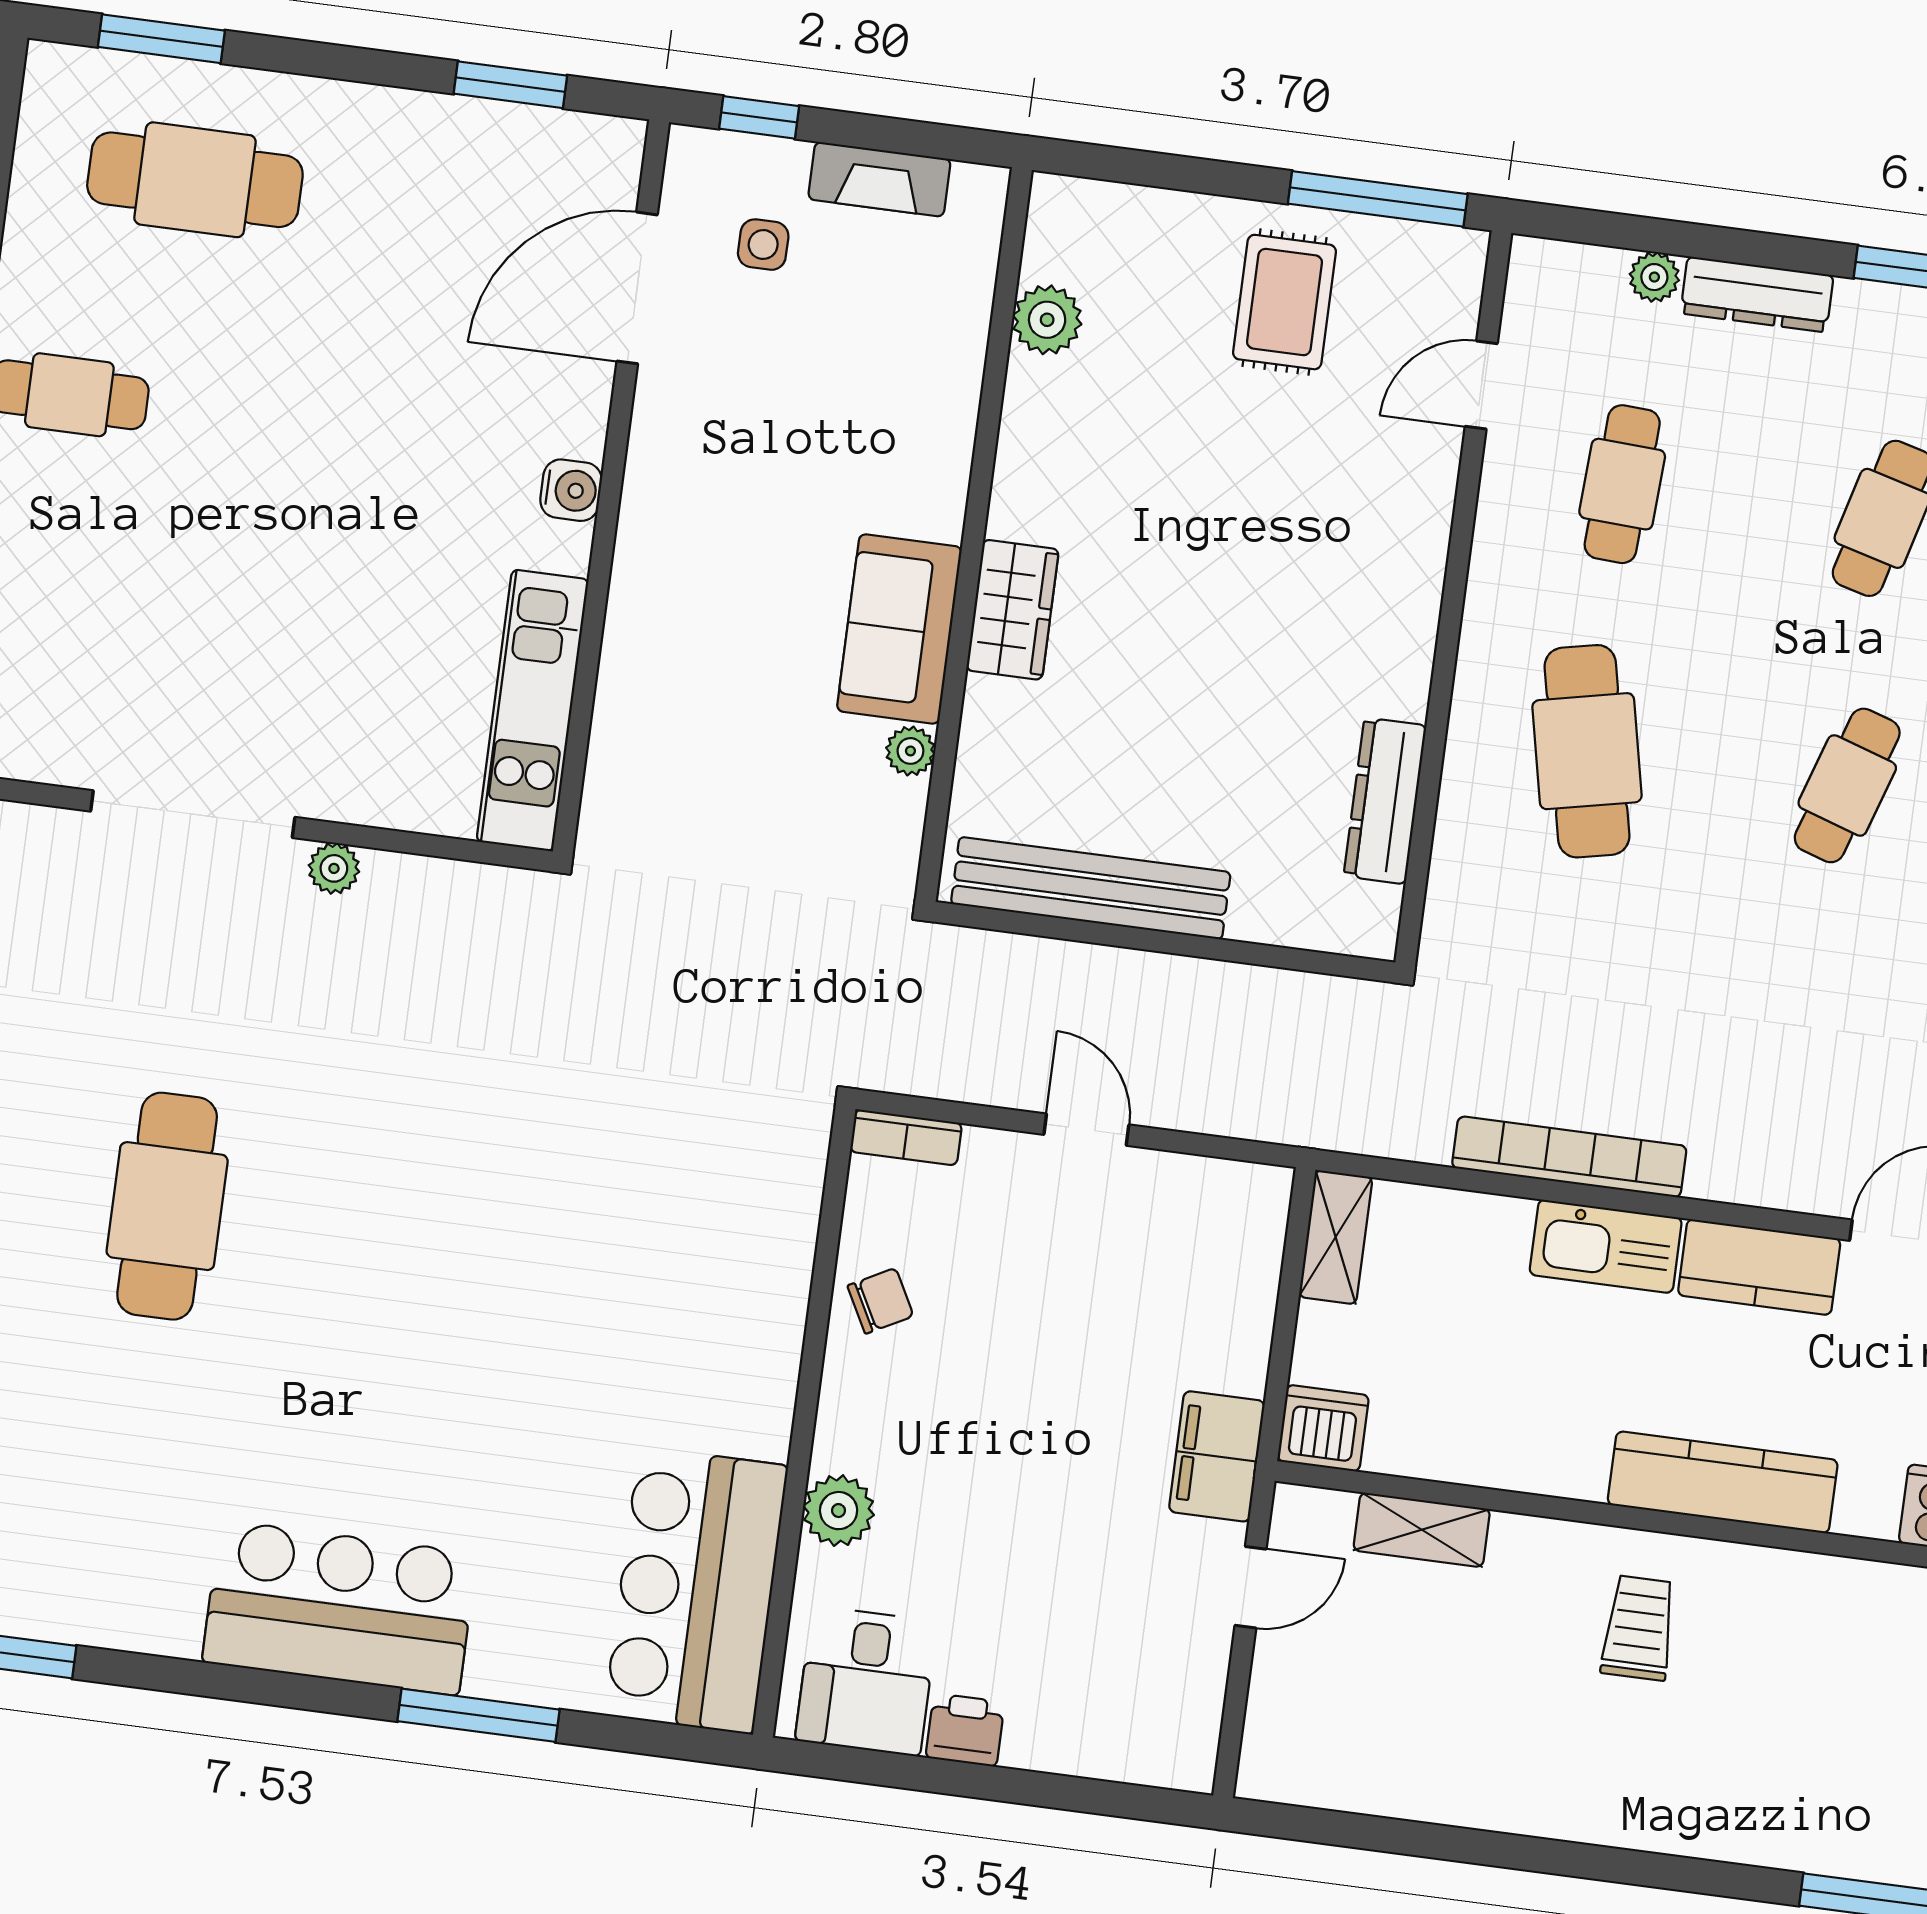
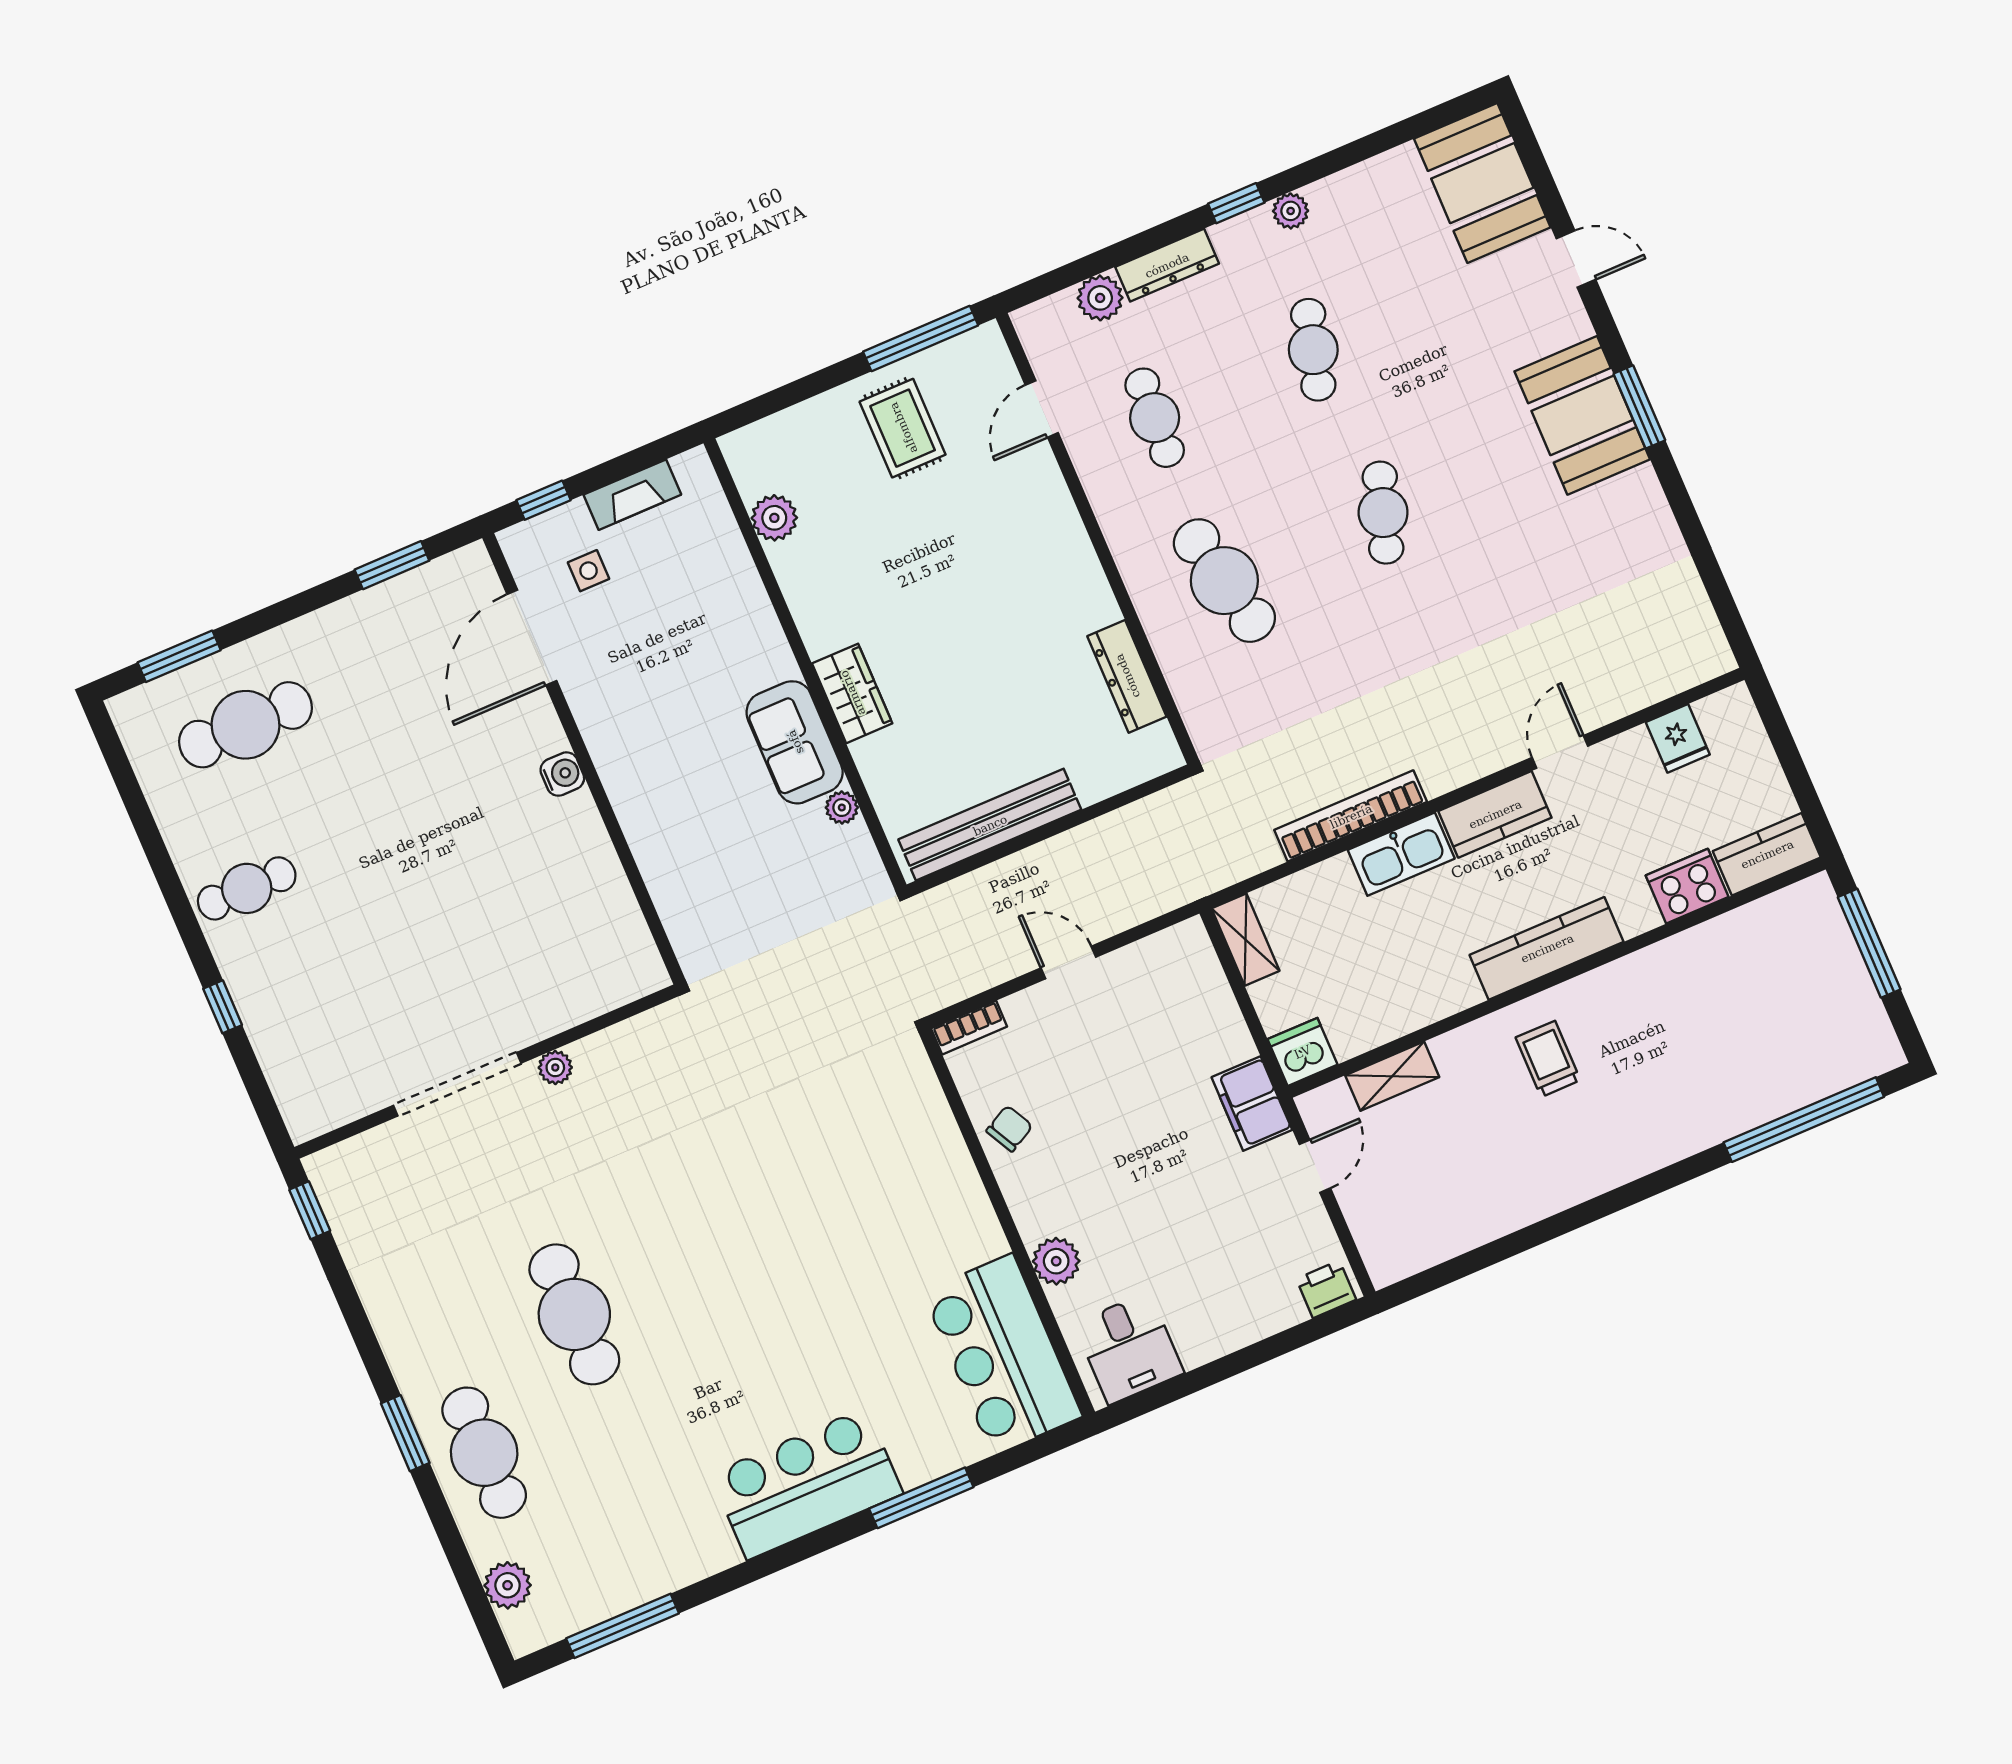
plant: (1654, 277) -> (1100, 298), width x1.38, depth x1.38
kitchen unit: (533, 710) -> (615, 911), removed
printer: (965, 1730) -> (1326, 1289), moved

